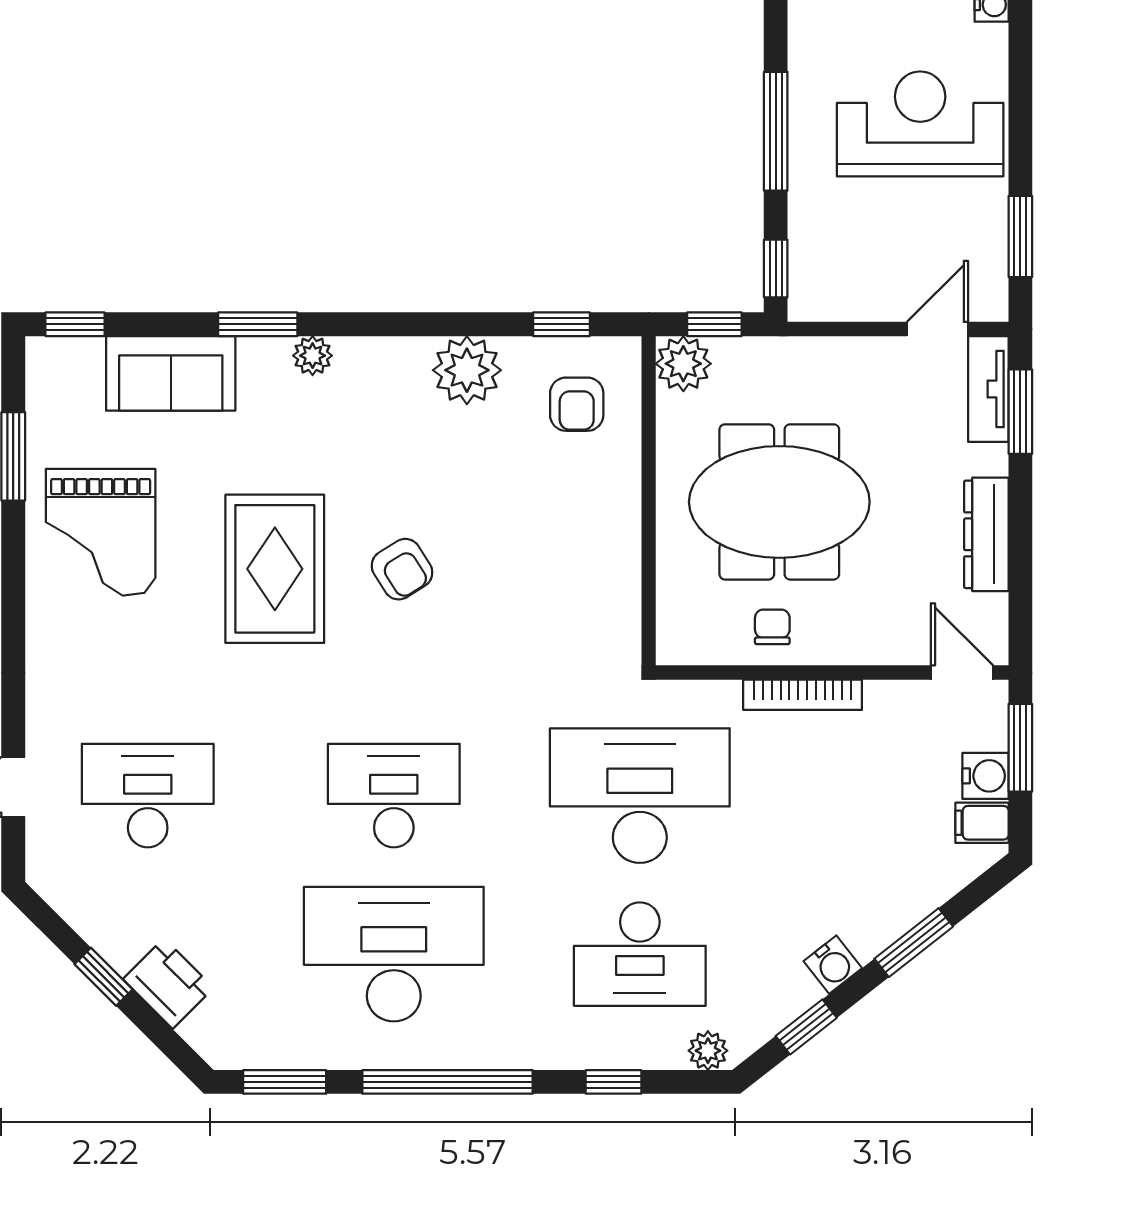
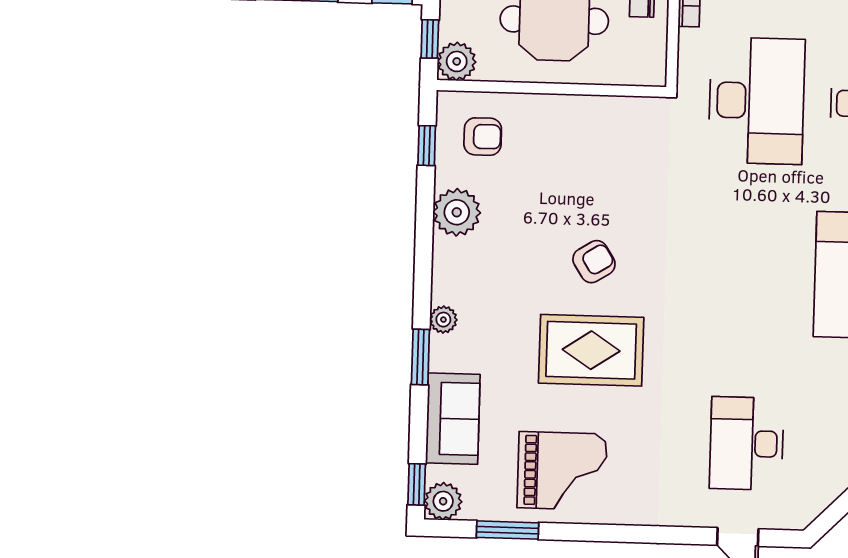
plant: (52, 363) -> (443, 501), added
desk: (394, 796) -> (752, 272), removed
desk: (640, 796) -> (757, 101), turned 180

